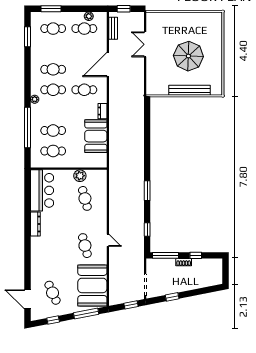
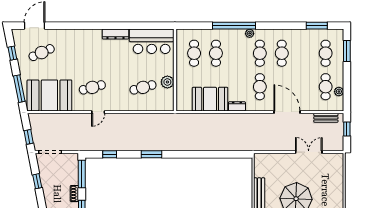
window: (27, 128) -> (234, 26), moved

